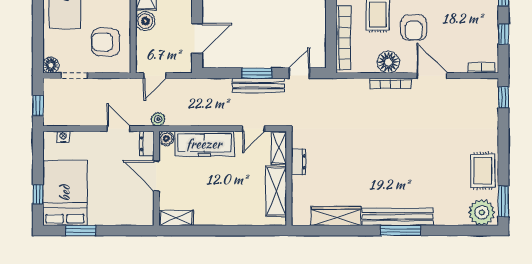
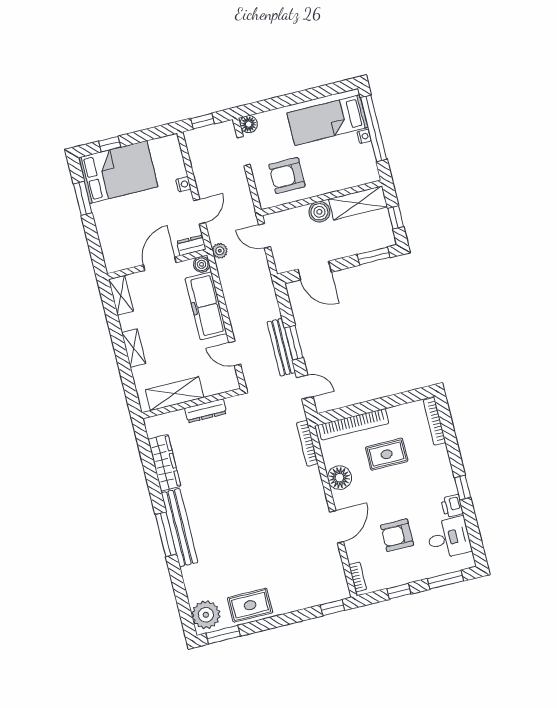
armchair: (414, 27) -> (397, 535), moved
armchair: (106, 42) -> (287, 176), turned -90
bookcase: (390, 83) -> (307, 443), moved
nightstand: (63, 137) -> (183, 184), moved
shelving: (279, 148) -> (134, 348), moved, turned 90
dresser: (299, 162) -> (206, 411), width x1.44

